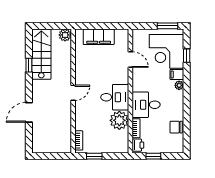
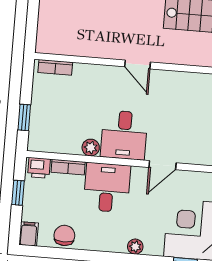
door: (130, 59) -> (163, 165), moved
filing cabinet: (177, 74) -> (29, 234), moved
plant: (119, 120) -> (91, 148), width x0.53, depth x0.53
window: (94, 156) -> (24, 117), moved

